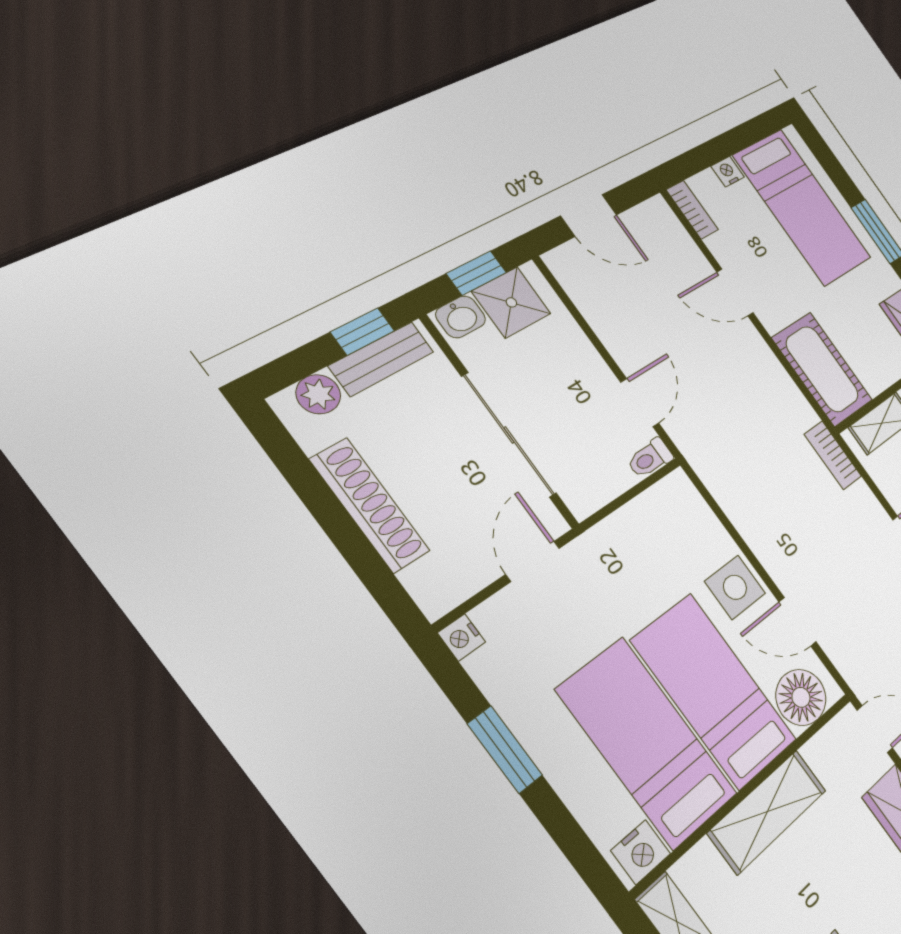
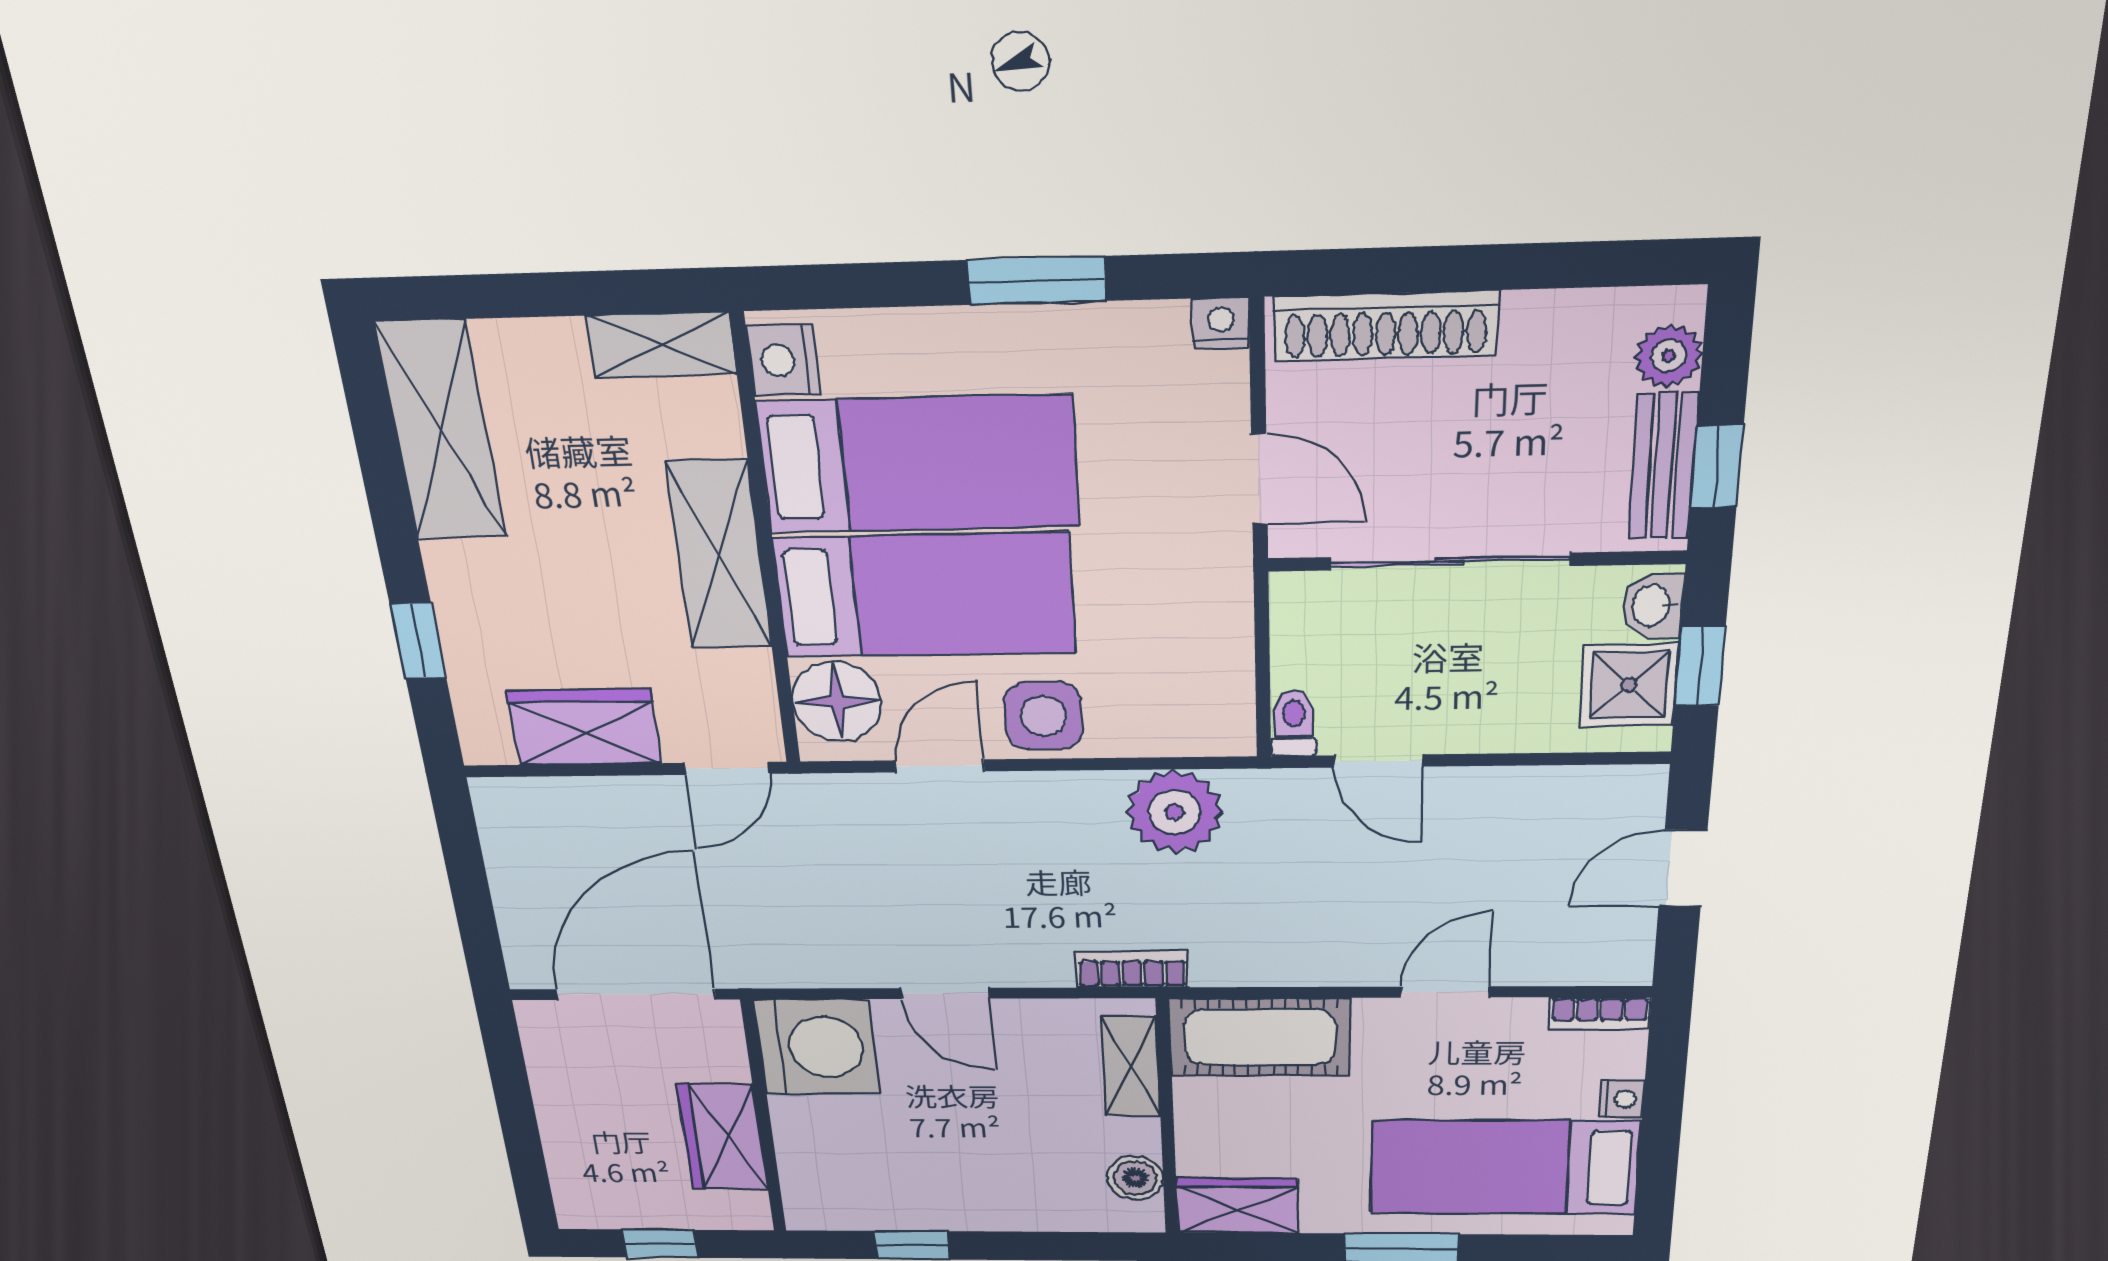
plant: (738, 488) -> (1175, 812), added
shoe rack: (370, 505) -> (1385, 326), moved

